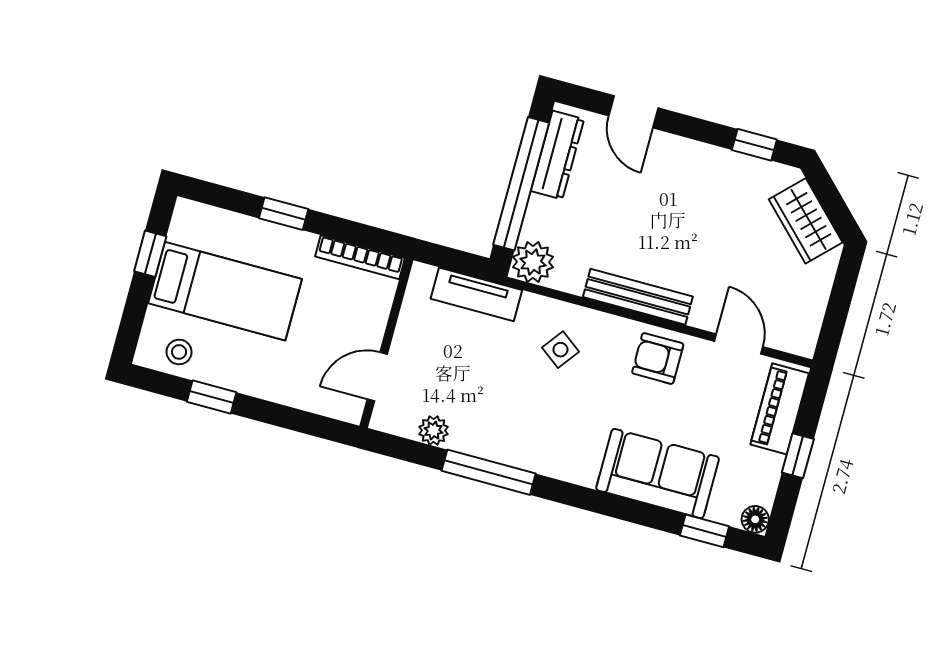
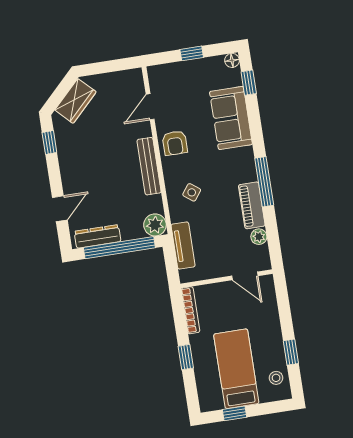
piano: (780, 409) -> (252, 205), moved, turned 90
window: (489, 472) -> (264, 182), moved

